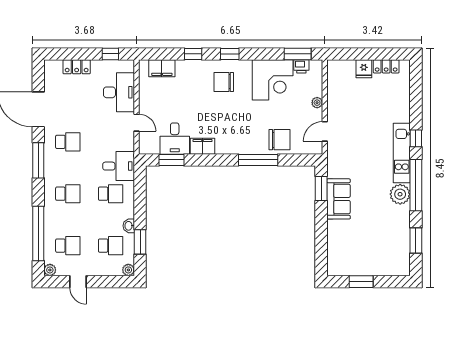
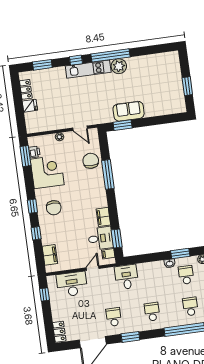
locker: (77, 67) -> (59, 332), moved
filing cabinet: (153, 146) -> (108, 254), added
window: (38, 160) -> (130, 337), width x0.69
school desk: (111, 194) -> (148, 280), removed
window: (416, 240) -> (42, 65), moved

